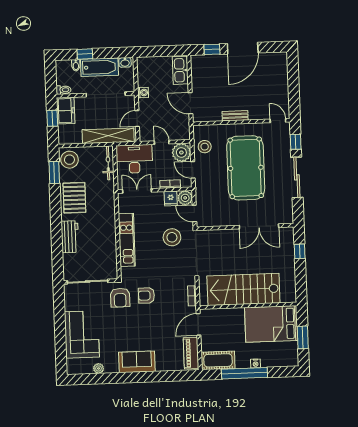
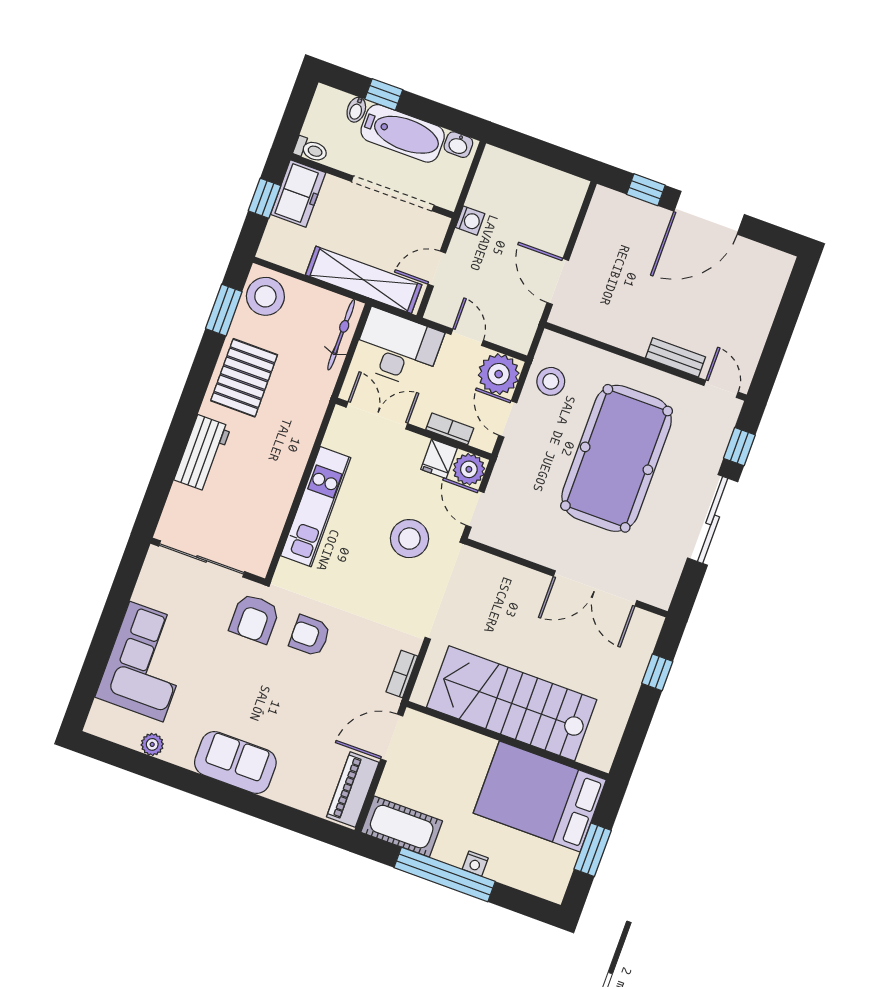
kitchen sink: (180, 70) -> (564, 206), removed
bench: (235, 116) -> (676, 357), moved

